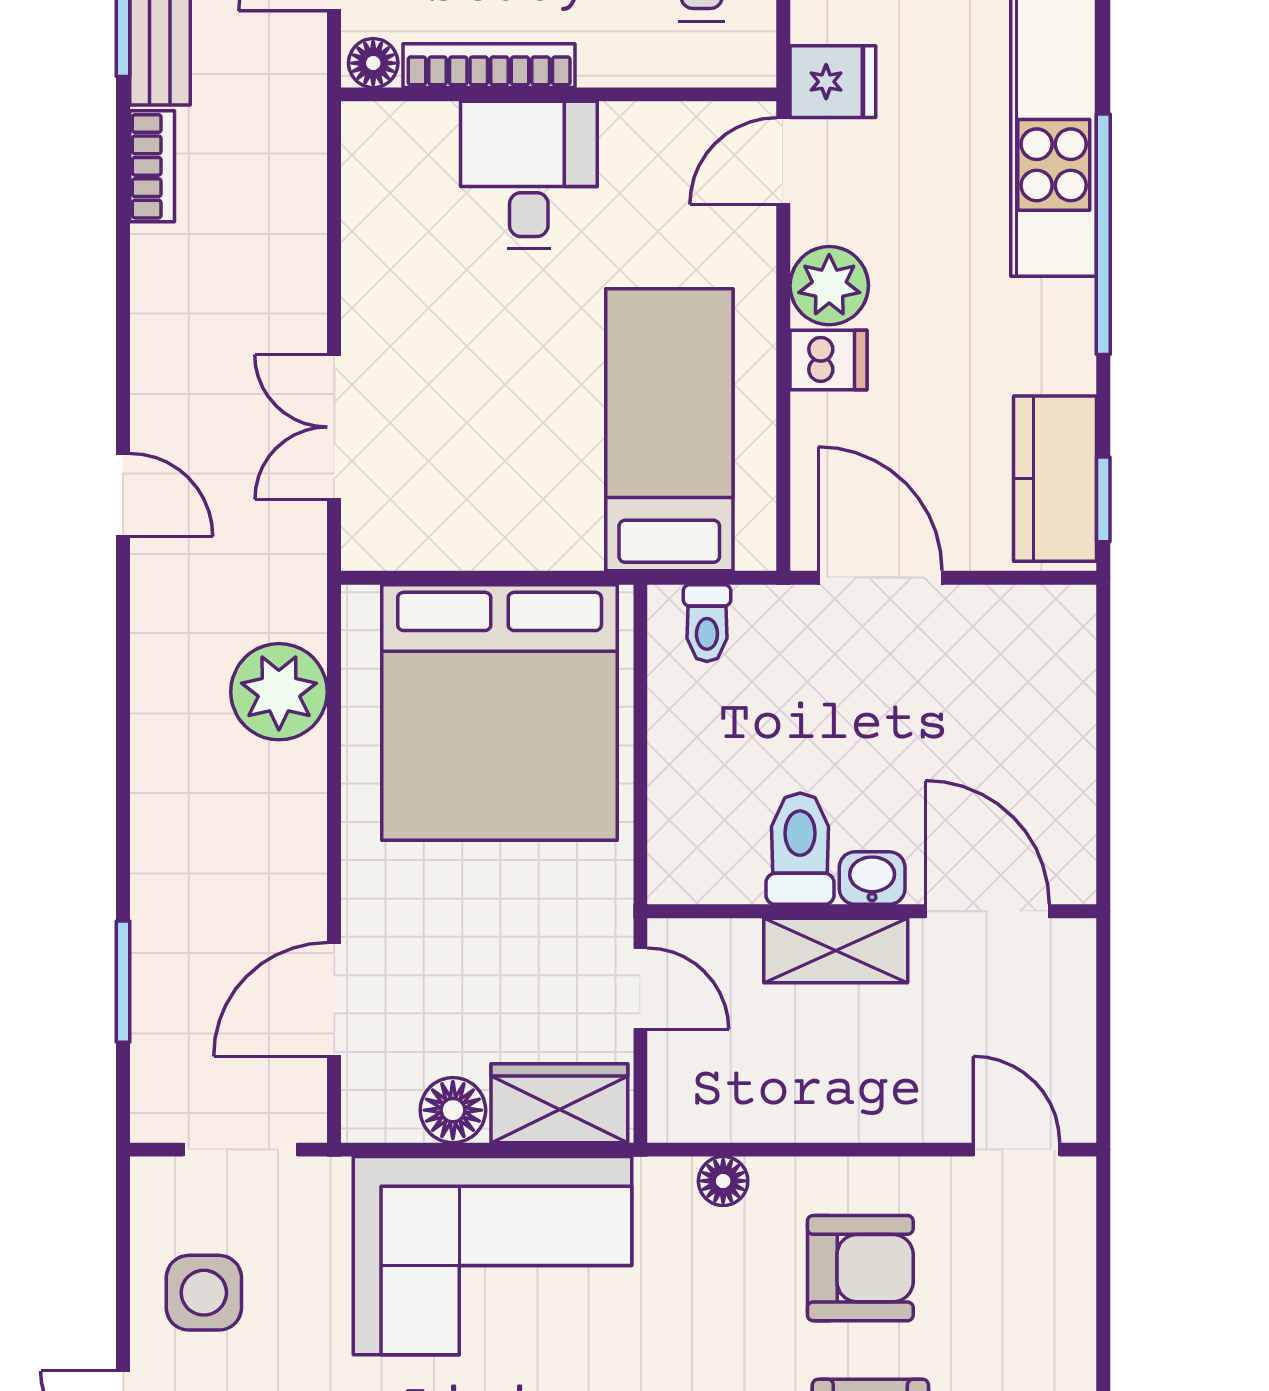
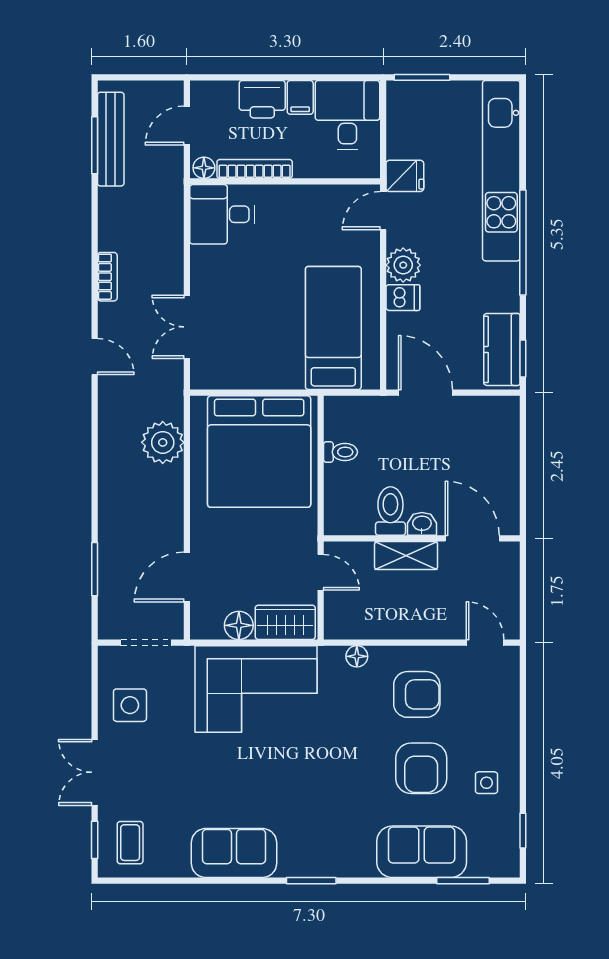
bookcase: (152, 166) -> (107, 277), moved
desk: (529, 175) -> (222, 214), moved, turned -90
toilet: (707, 623) -> (340, 452), moved, turned -90

